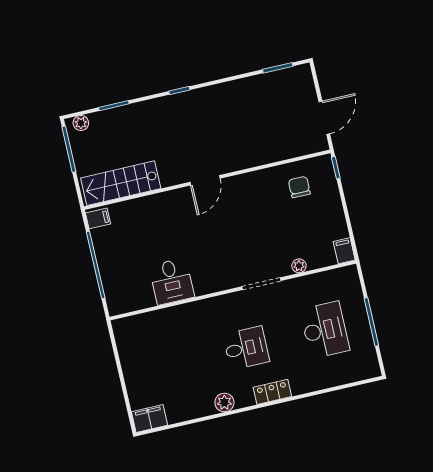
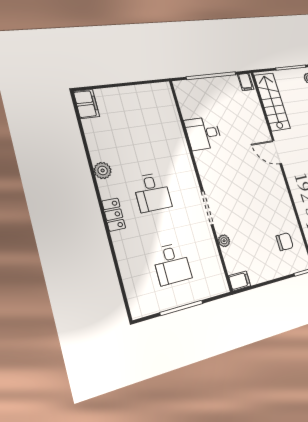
door: (205, 180) -> (277, 152), moved
desk: (325, 330) -> (172, 264), width x0.73

